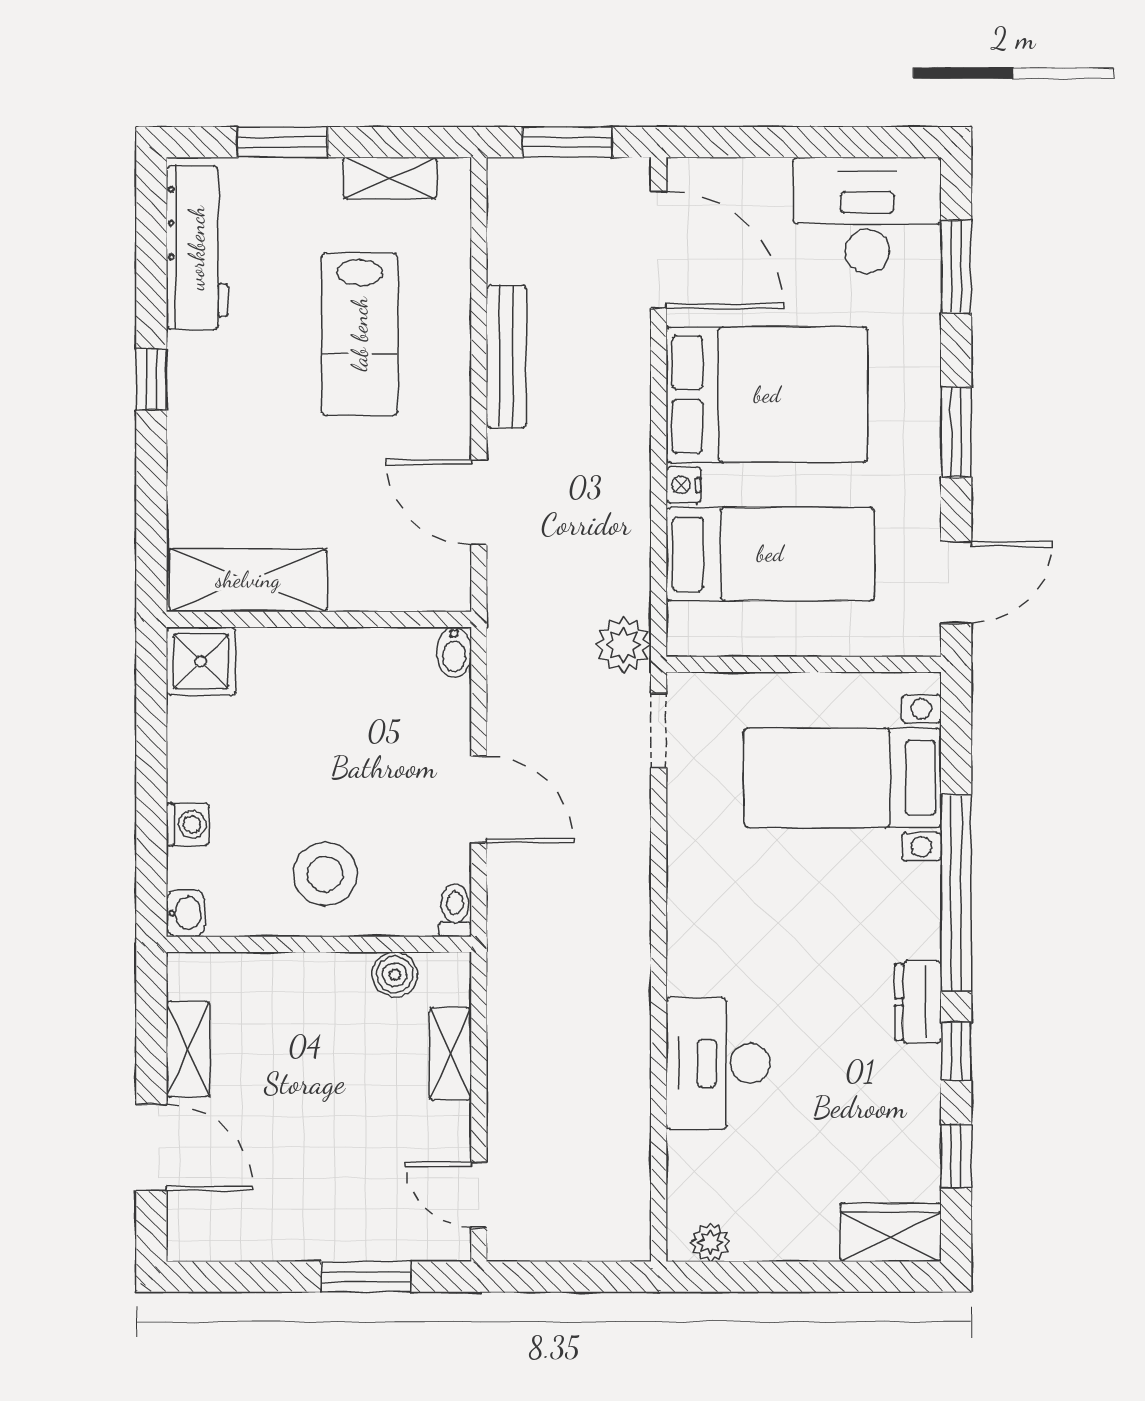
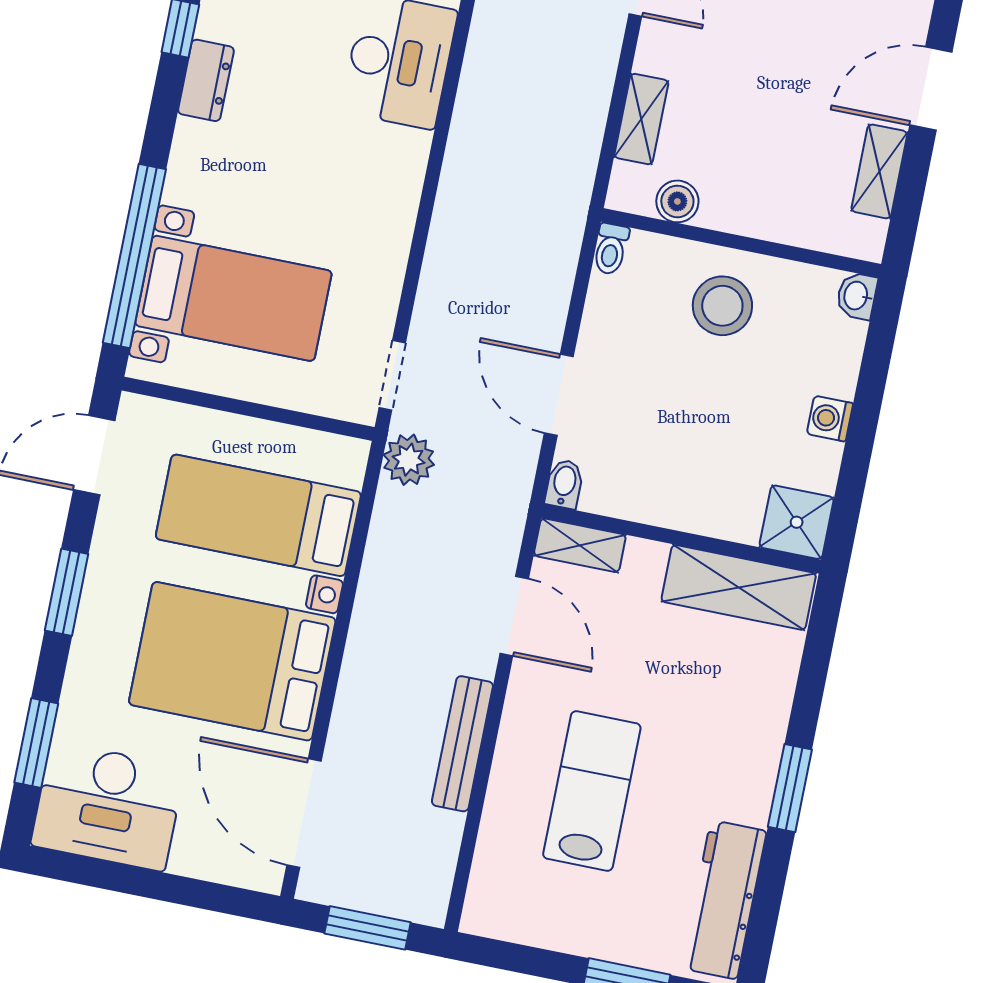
shelving: (390, 178) -> (580, 545), moved
window: (151, 379) -> (790, 788), width x1.50
door: (479, 799) -> (559, 395), moved
washing machine: (188, 824) -> (830, 419), moved
window: (956, 893) -> (134, 256), moved
door: (151, 1147) -> (931, 89), hinge flipped

